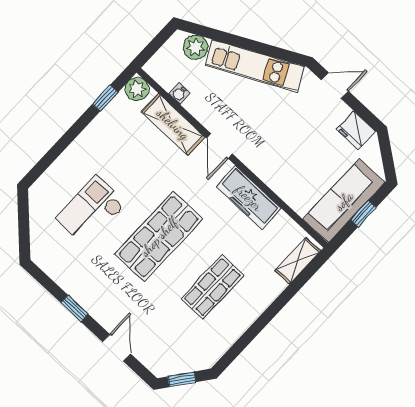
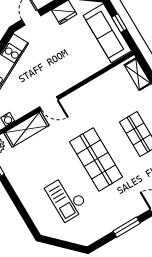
freezer: (249, 198) -> (88, 94), removed
window: (74, 308) -> (127, 227), width x1.50

